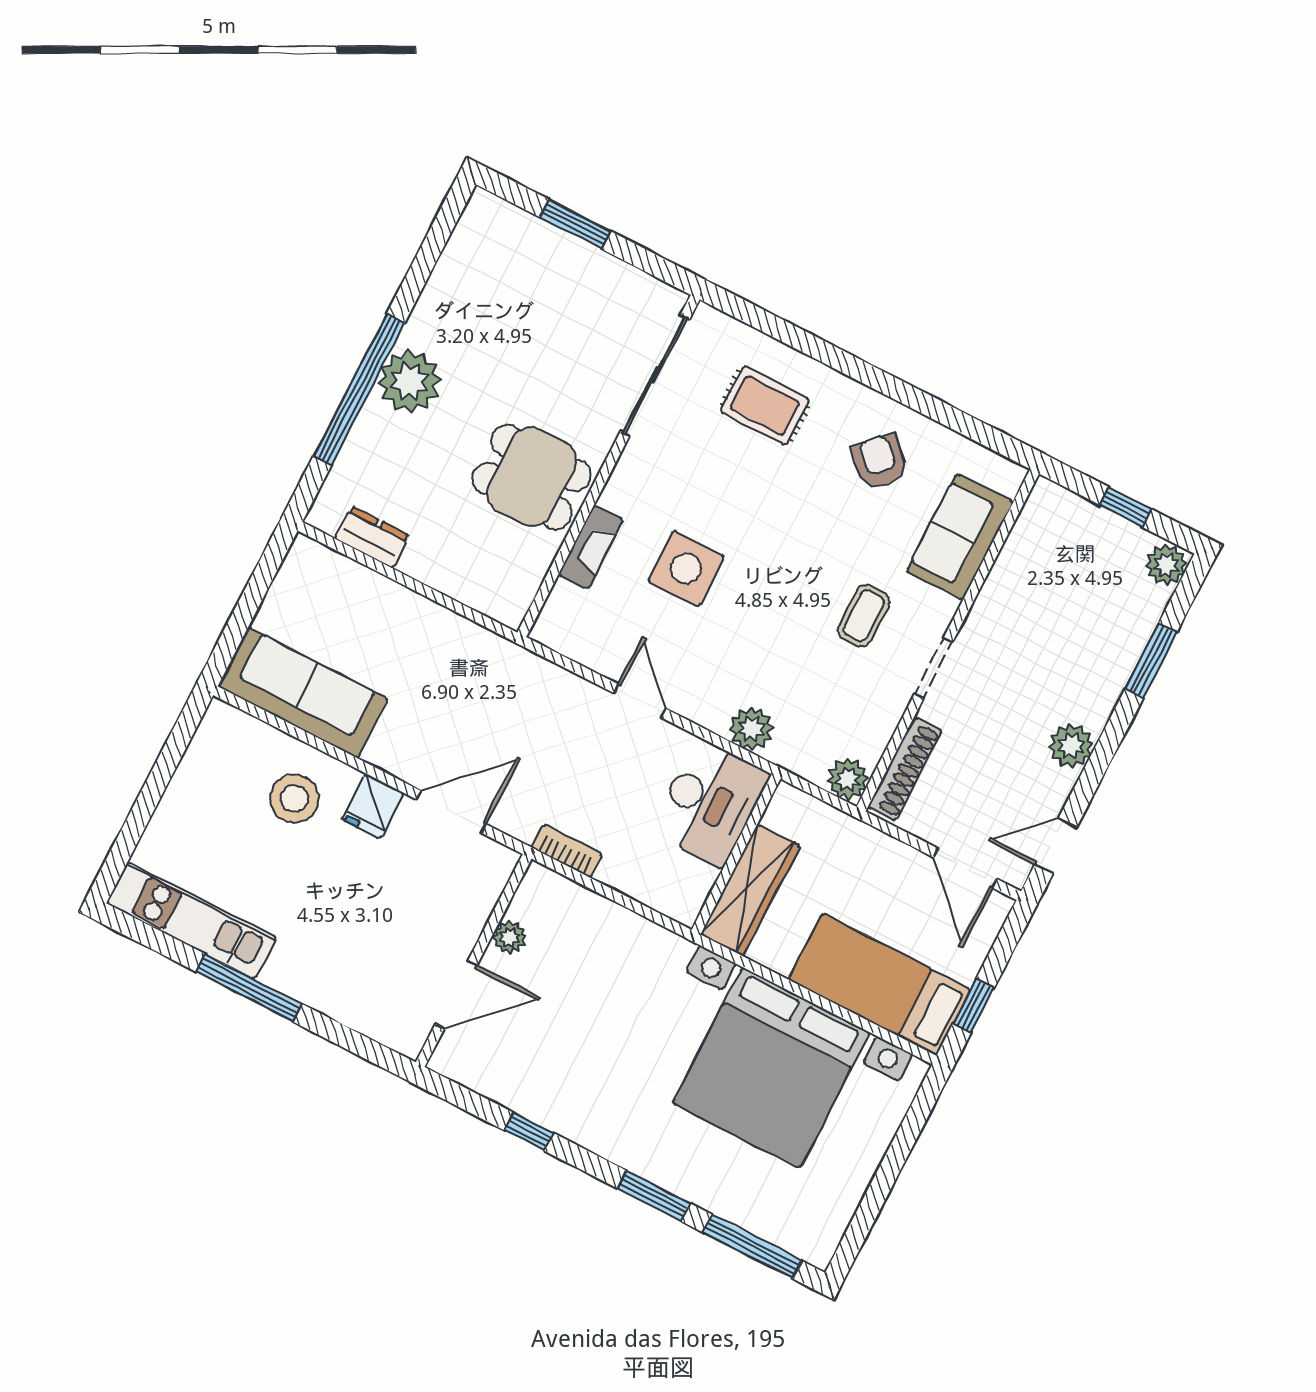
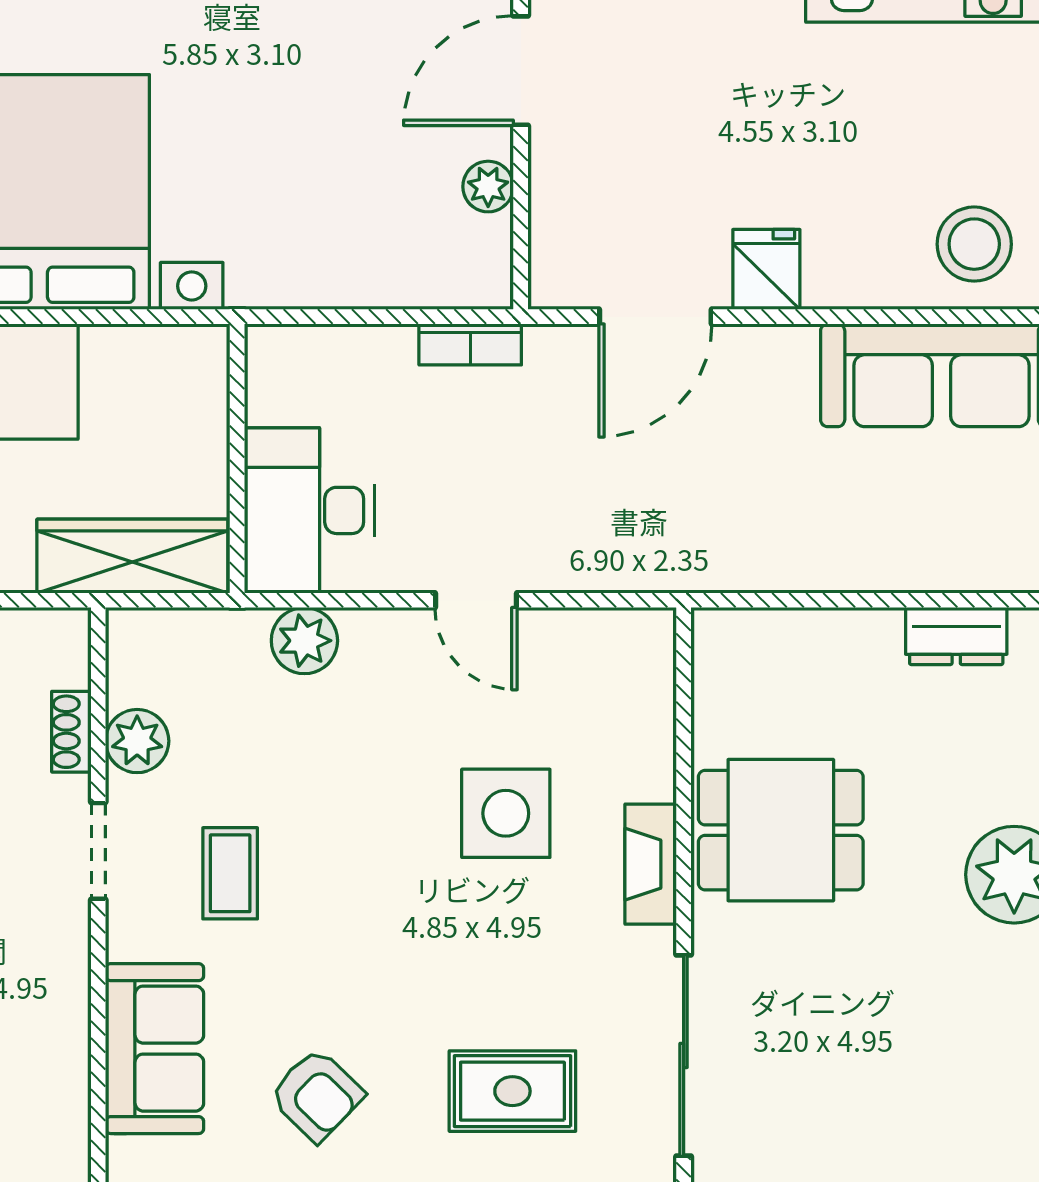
fireplace: (591, 547) -> (651, 864), moved
shoe rack: (905, 769) -> (71, 732), width x0.51, depth x0.81
plant: (848, 779) -> (137, 741), moved
stool: (294, 798) -> (974, 244), moved
wardrobe: (750, 890) -> (132, 556), moved, turned 90

